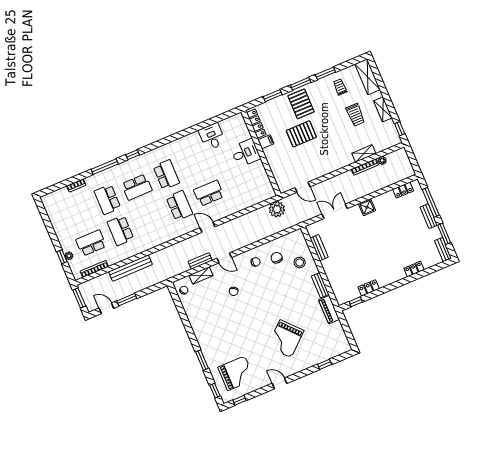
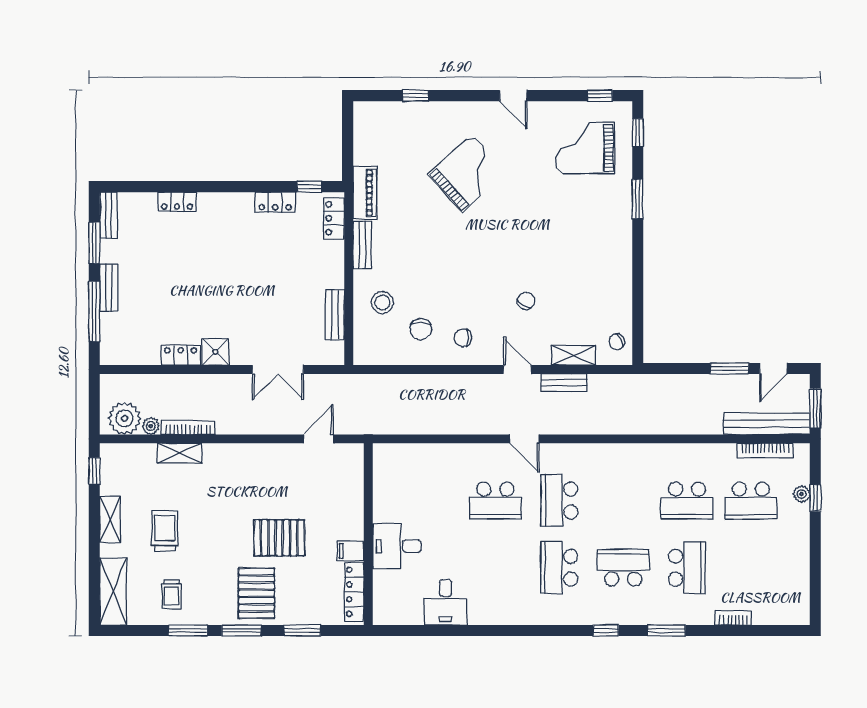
window: (105, 167) -> (666, 630), width x0.69
door: (303, 187) -> (318, 439), hinge flipped
locker: (403, 190) -> (181, 355), moved
plant: (277, 209) -> (124, 418), moved
school desk: (121, 231) -> (687, 501), turned 90
bench: (130, 268) -> (767, 424), moved
locker: (338, 292) -> (334, 218), added
door: (106, 308) -> (773, 368), hinge flipped

